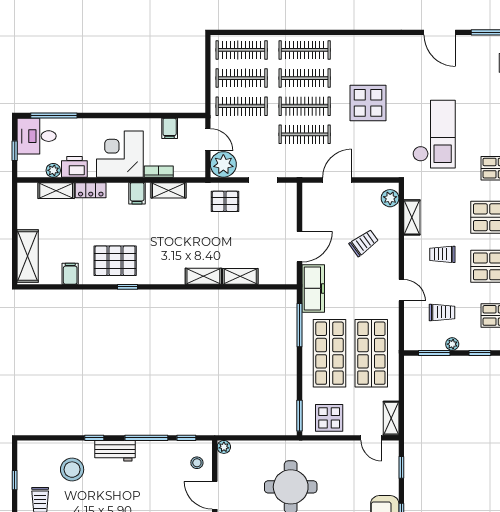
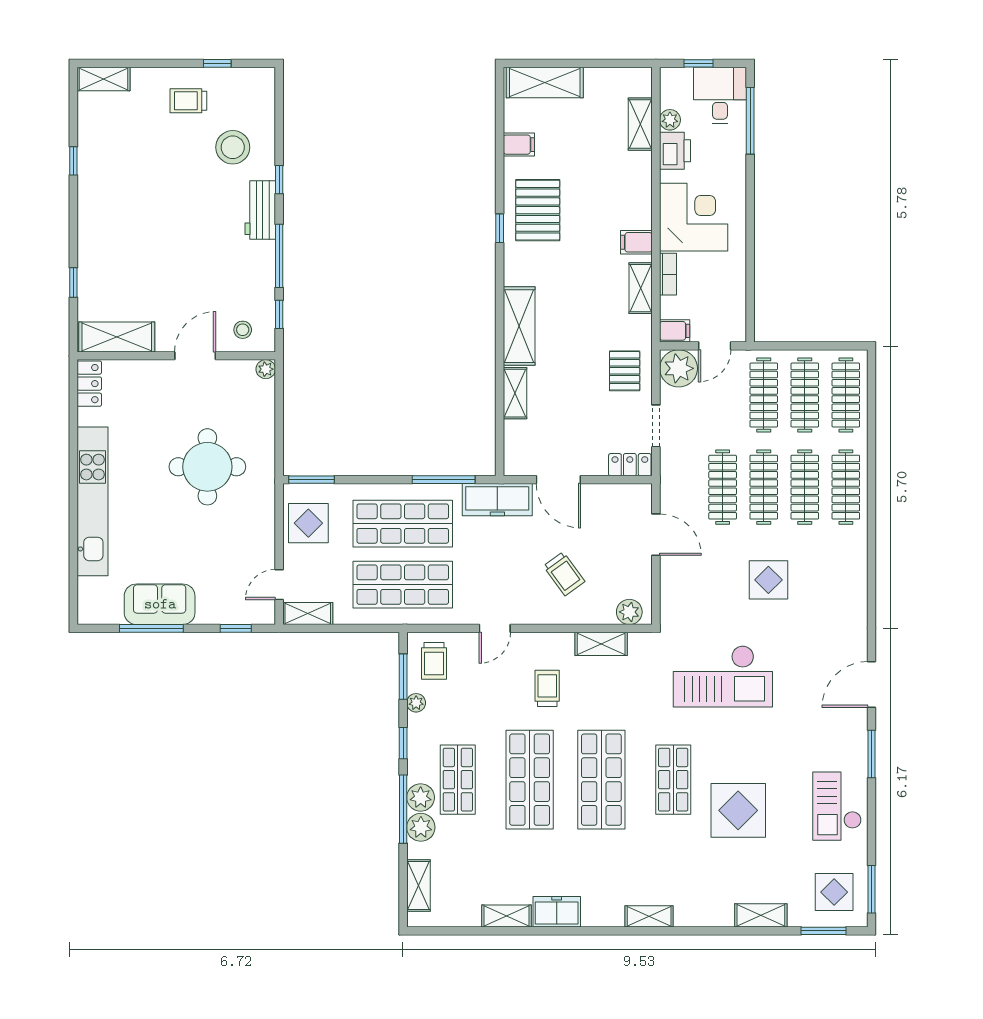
display table: (368, 103) -> (768, 580), width x0.73, depth x0.73
filing cabinet: (170, 128) -> (675, 331), moved, turned 180
locker: (91, 190) -> (630, 465), moved, turned 90
shelving: (203, 276) -> (519, 326), width x1.50, depth x1.33
trolley: (442, 312) -> (434, 661), moved

